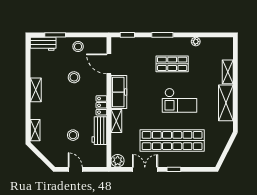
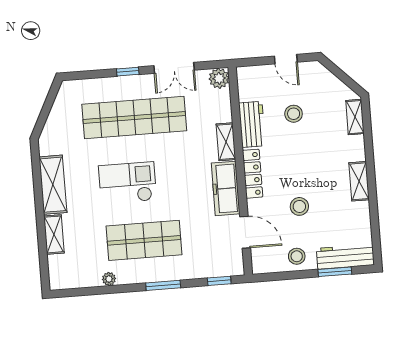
workbench: (43, 44) -> (345, 257), width x1.38
shop shelf: (172, 64) -> (144, 240), width x1.43, depth x1.36
locker: (101, 105) -> (253, 174), width x1.53

